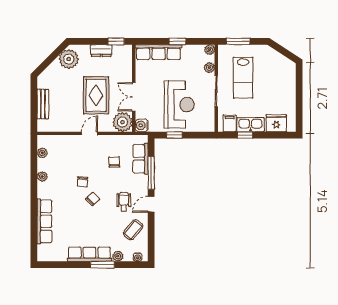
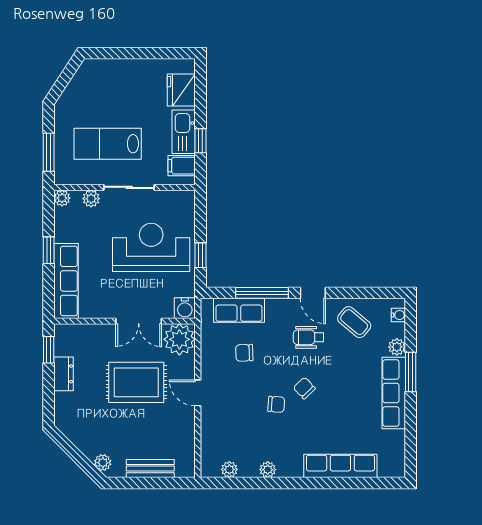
plant: (69, 59) -> (103, 463), moved, width x0.53, depth x0.53
lab bench: (243, 78) -> (108, 144), turned 180

